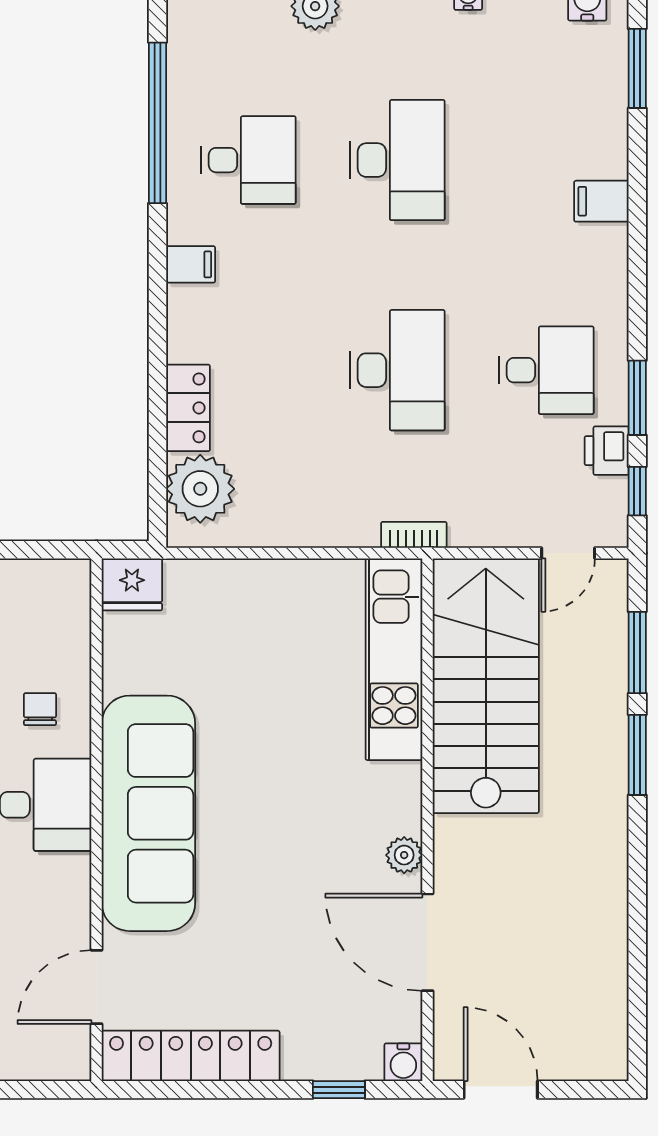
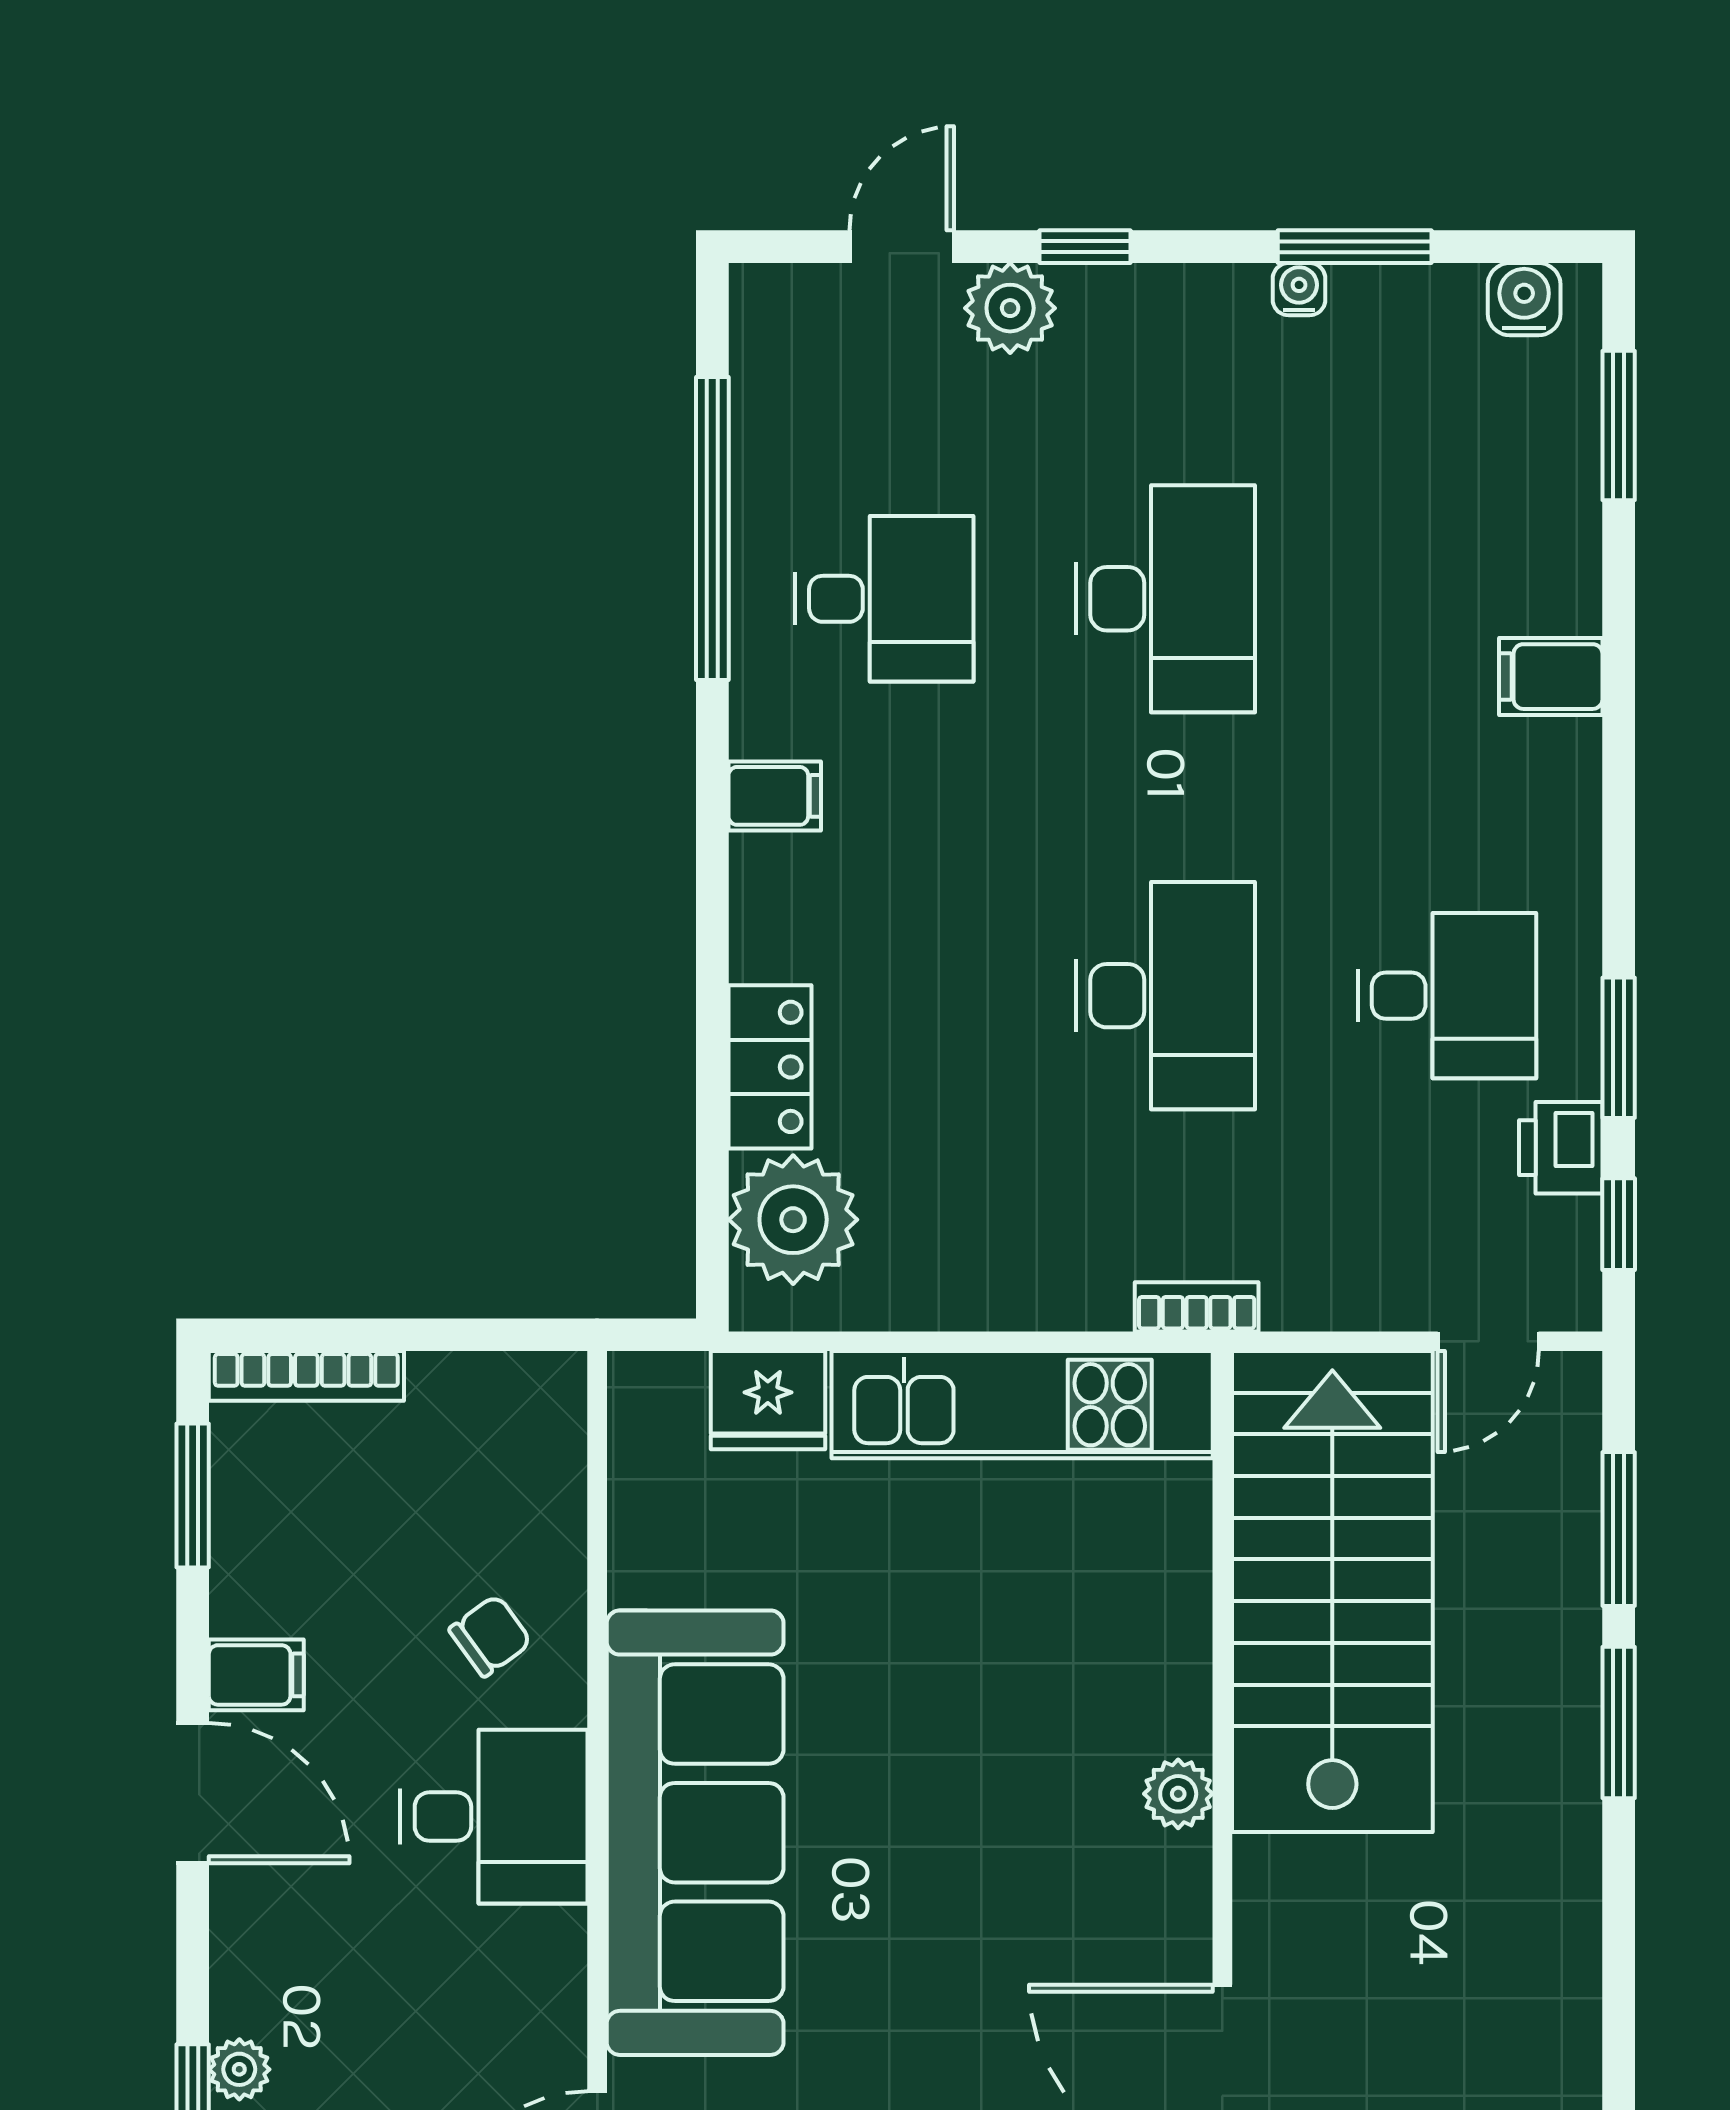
fridge: (132, 584) -> (768, 1400), moved
kitchen unit: (394, 659) -> (1022, 1405), moved, turned -90
chair: (40, 709) -> (490, 1636), turned 54
plant: (404, 855) -> (1178, 1794), moved

